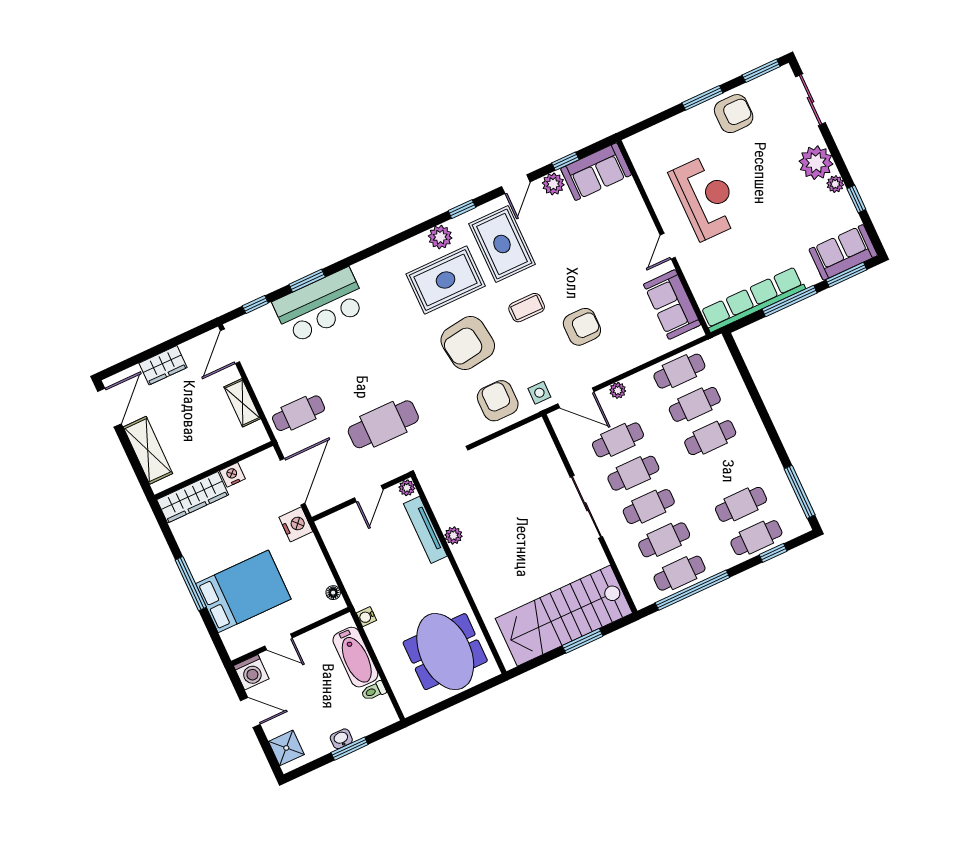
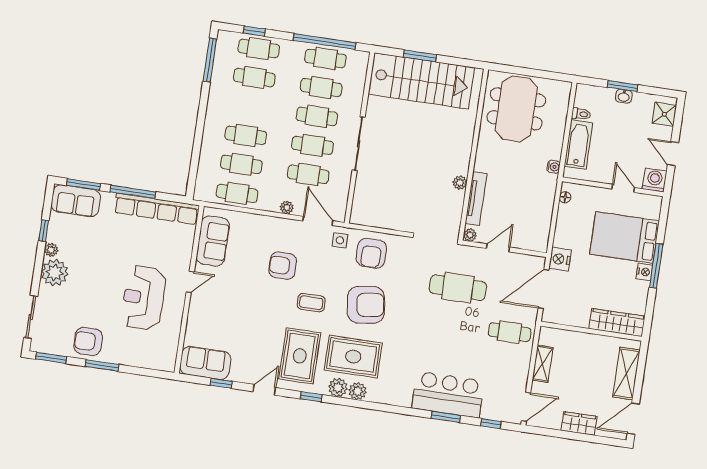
plant: (553, 184) -> (357, 391), moved
nightstand: (232, 475) -> (644, 272), moved, turned -90

